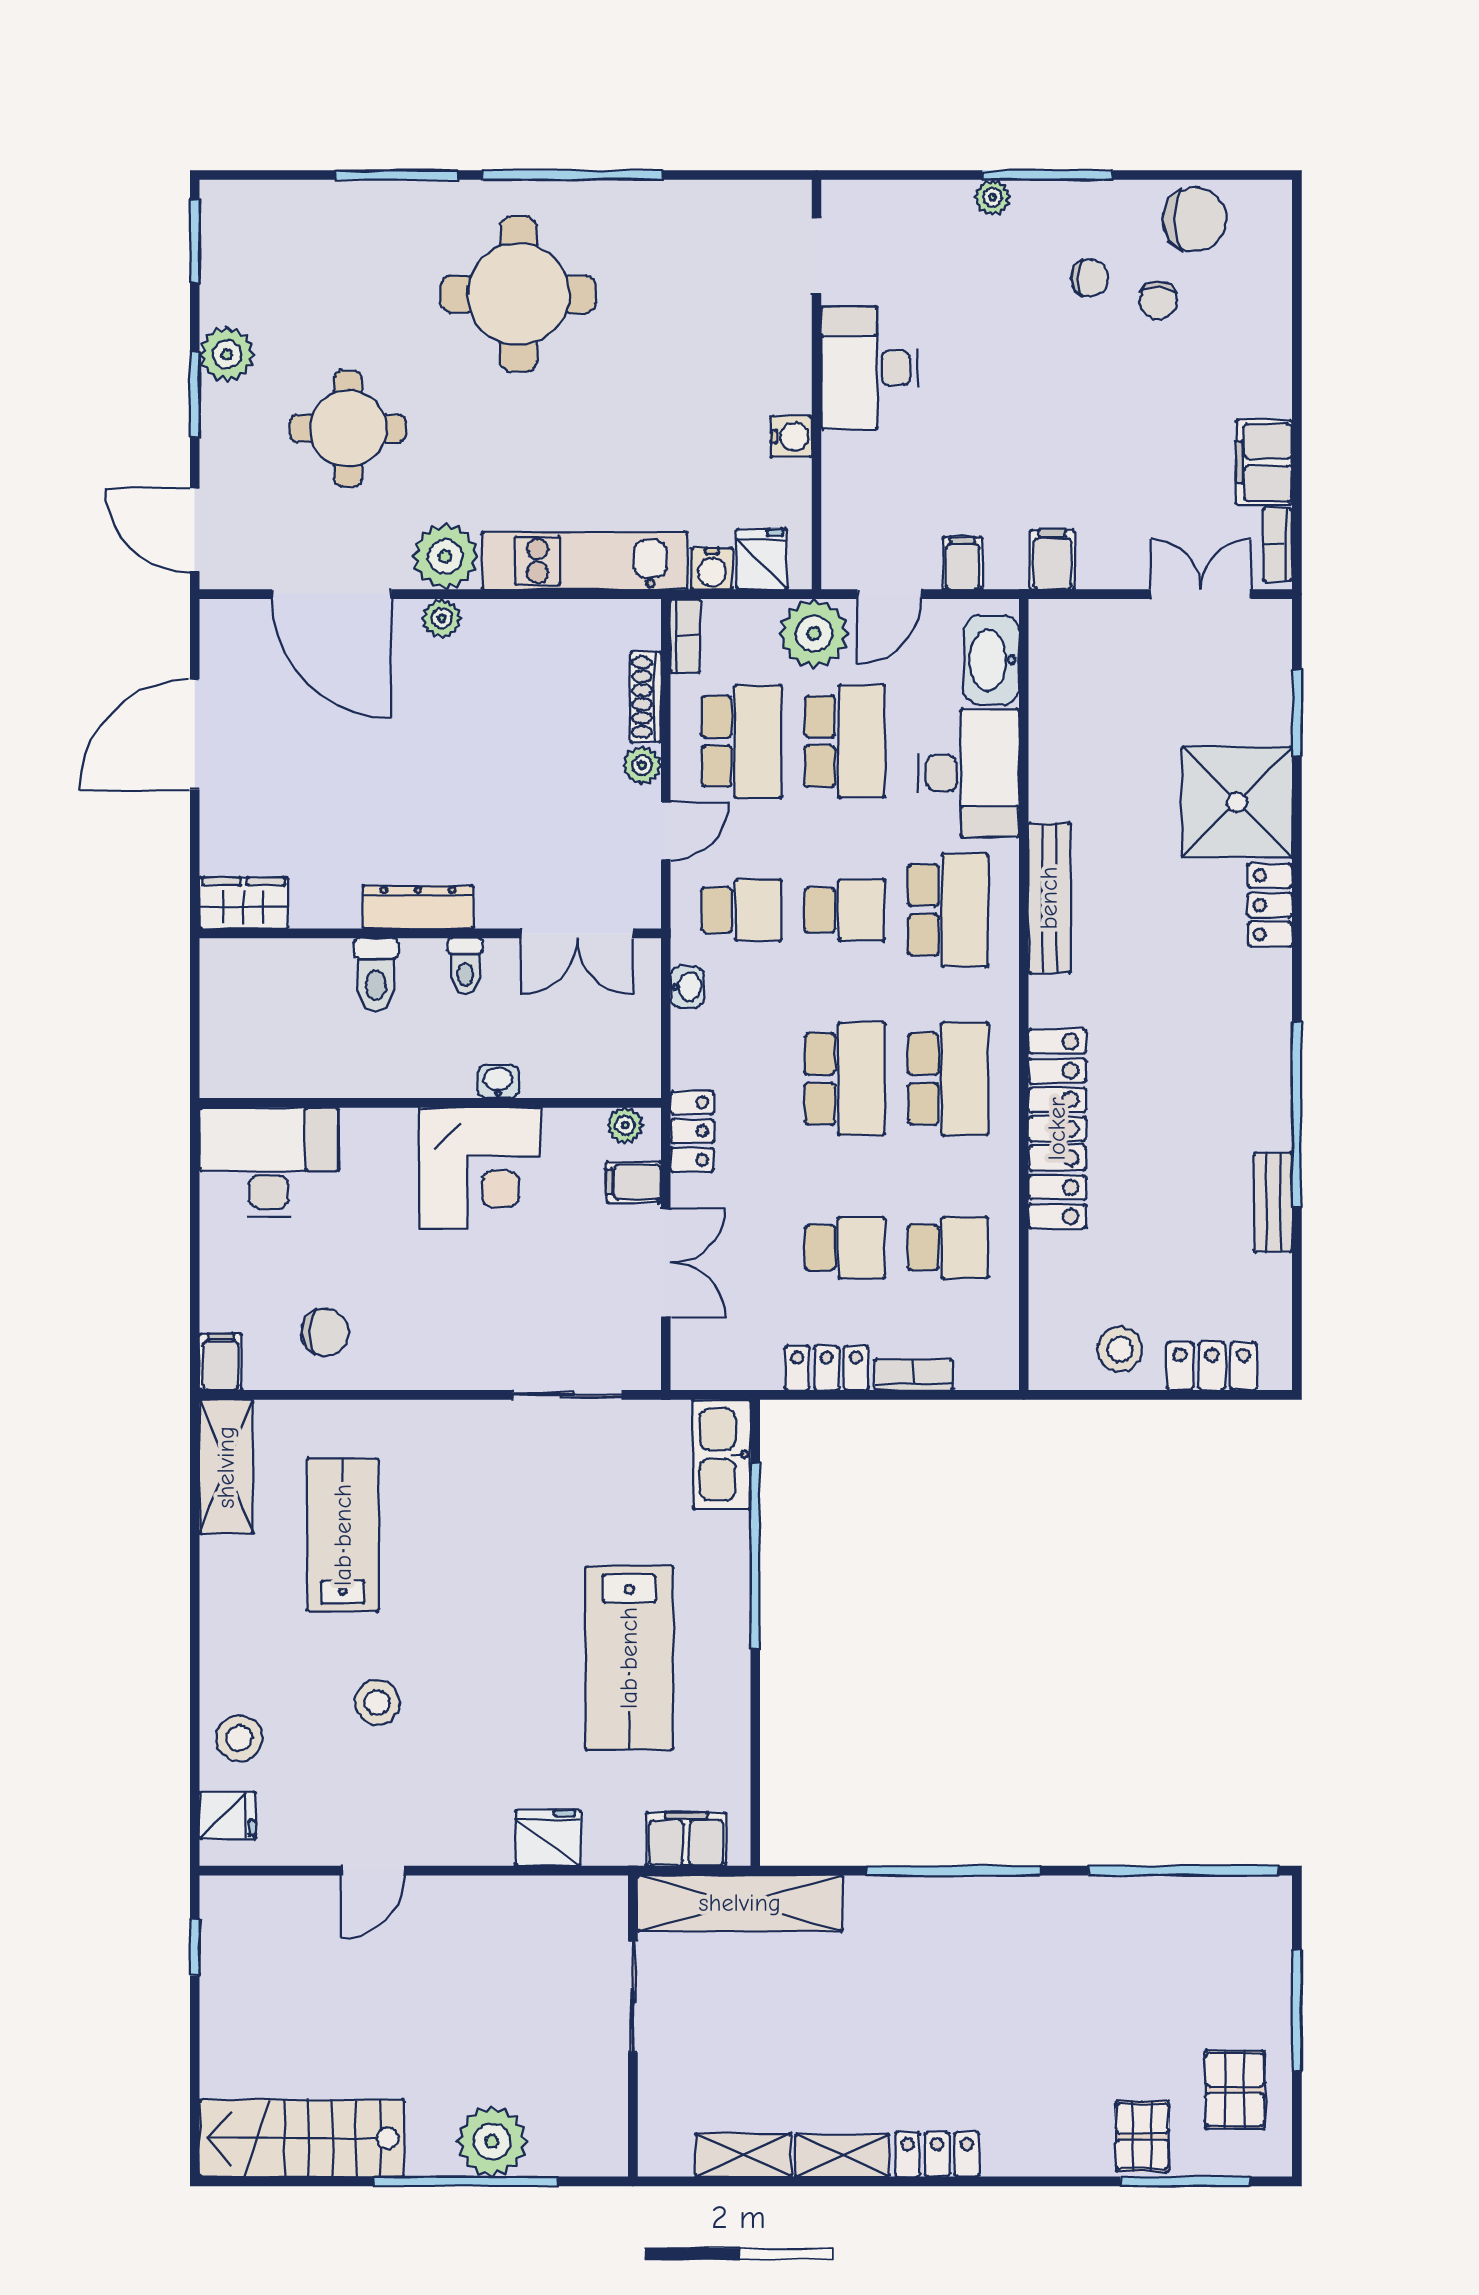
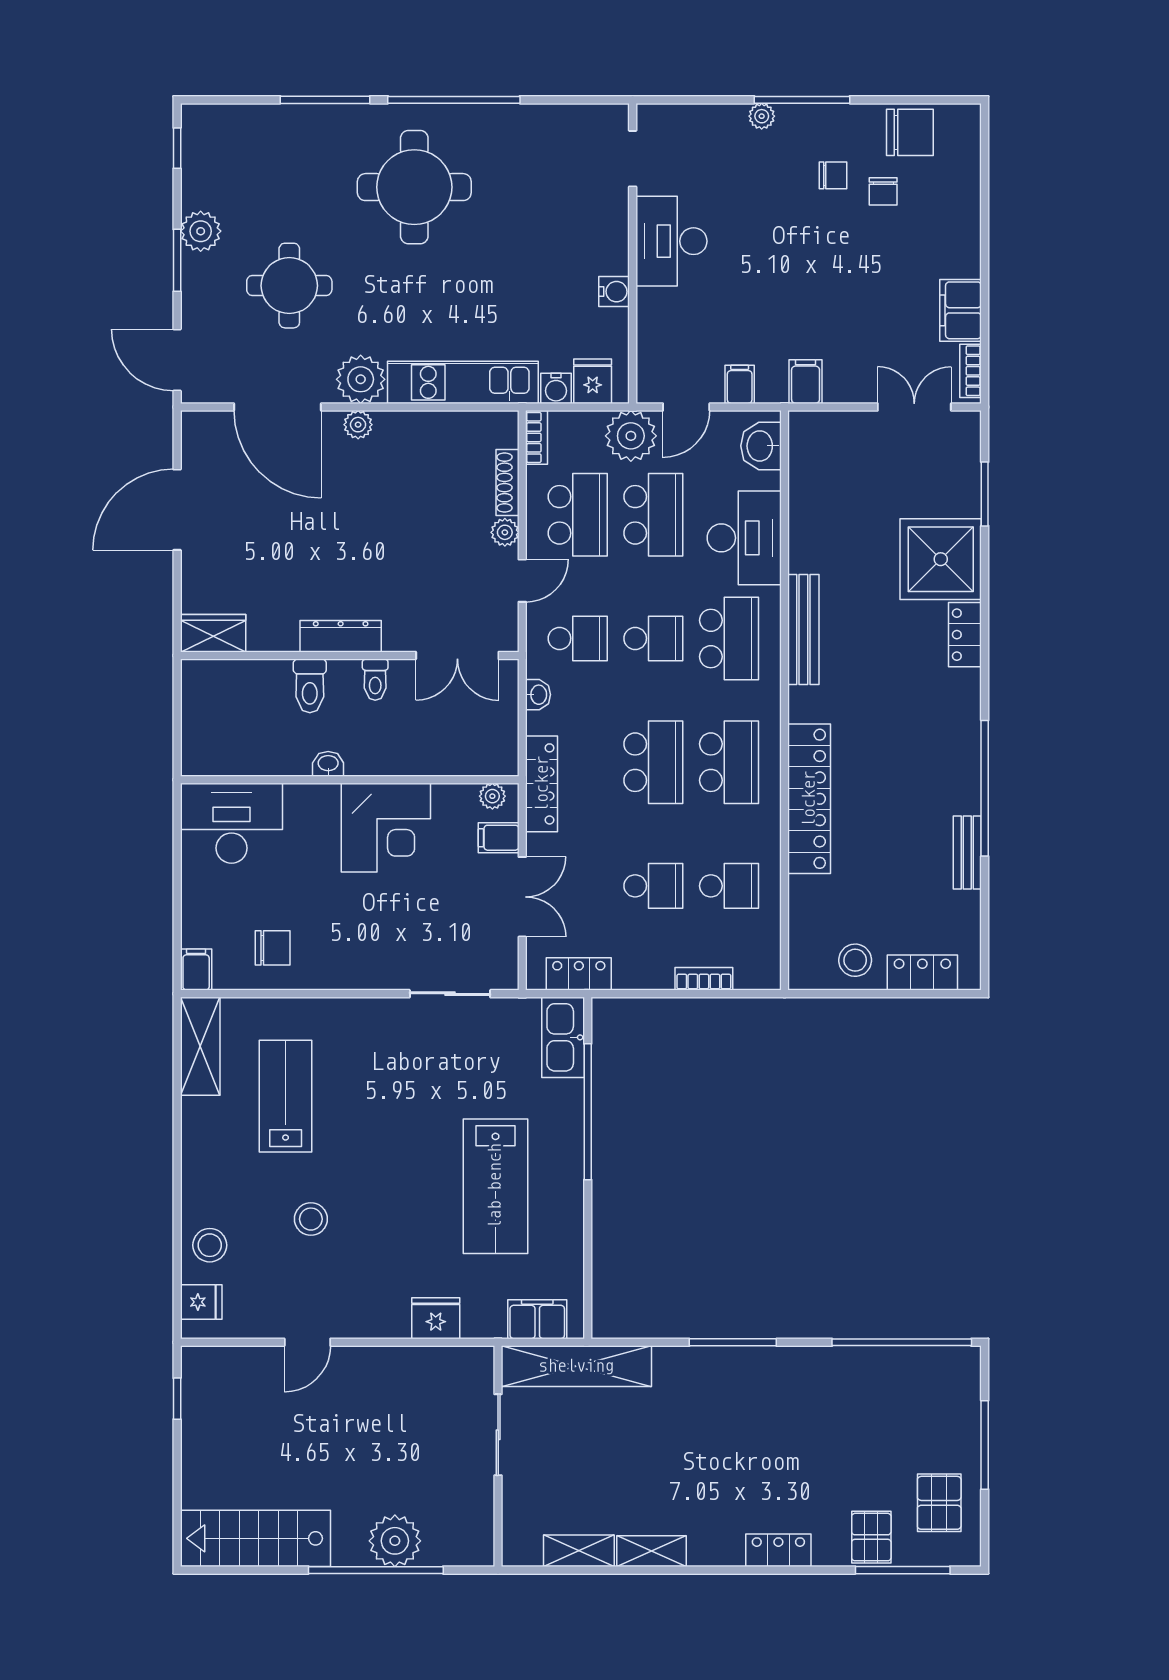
window: (195, 241) -> (177, 148), width x0.67
washbasin: (992, 660) -> (761, 446), width x0.72
washbasin: (498, 1081) -> (328, 764), moved
locker: (692, 1131) -> (542, 784), width x1.53
locker: (827, 1368) -> (579, 974), moved
window: (953, 1871) -> (733, 1342), width x0.68
locker: (937, 2154) -> (778, 1550), moved

